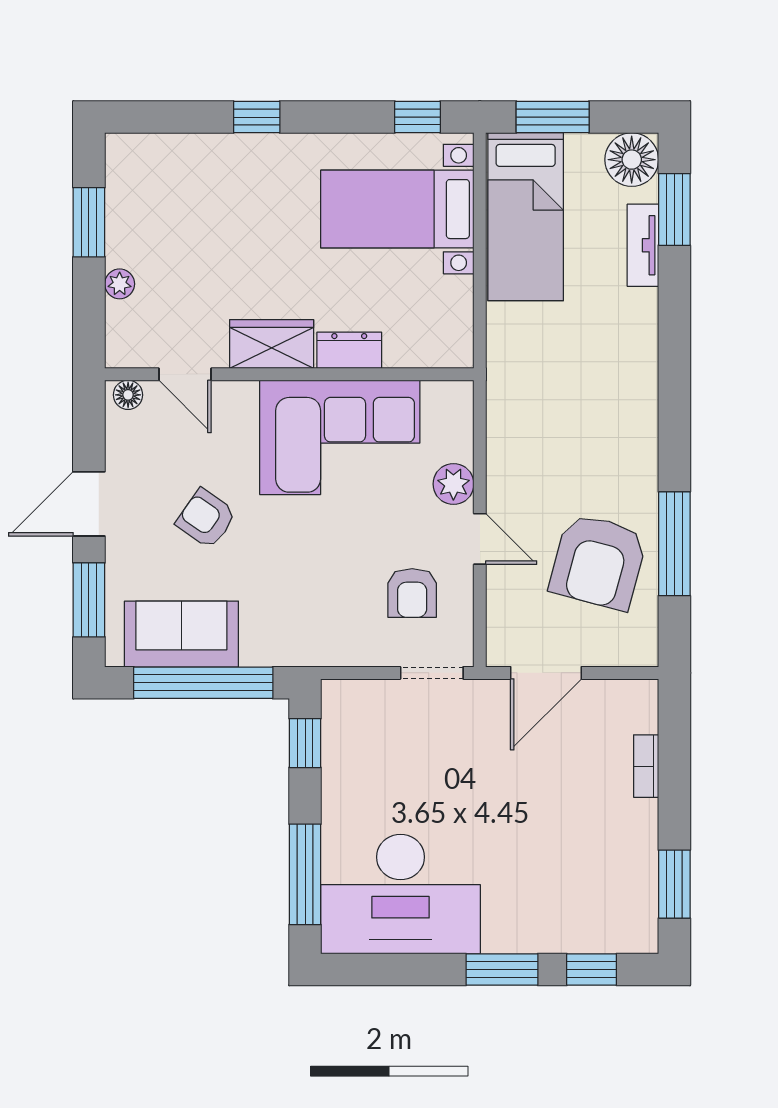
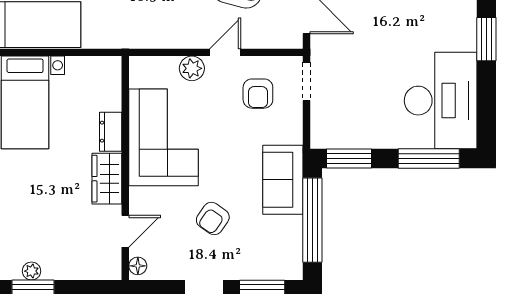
plant: (120, 284) -> (32, 271), moved
armchair: (412, 593) -> (258, 94), turned 90
sofa: (181, 634) -> (283, 180), moved
window: (305, 743) -> (349, 158), width x1.50

